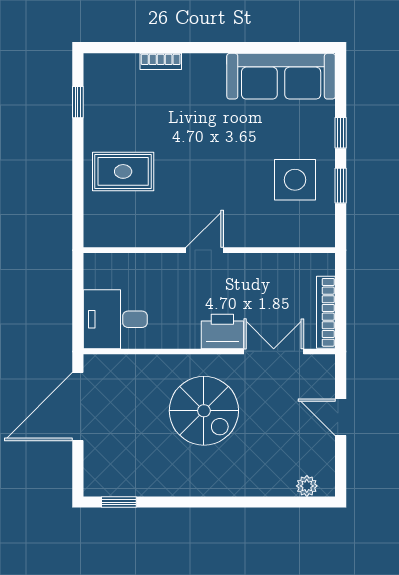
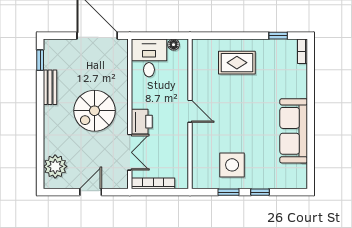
bookcase: (161, 61) -> (302, 51), moved
sofa: (281, 76) -> (294, 131), moved
rug: (123, 171) -> (237, 63), turned 90
floor lamp: (93, 278) -> (174, 45), added
bench: (165, 485) -> (50, 87), added
plant: (307, 486) -> (55, 166), width x1.88, depth x1.88

